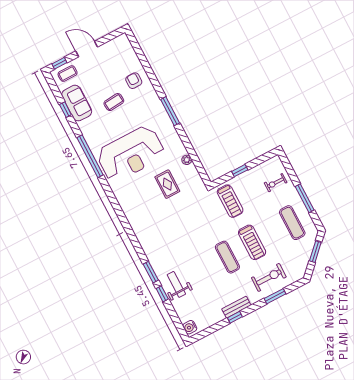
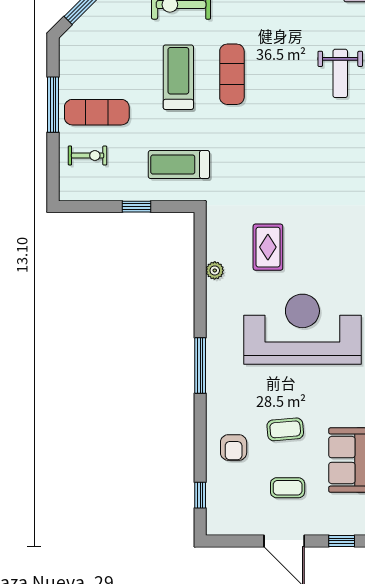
window: (138, 50) -> (200, 495), added
coffee table: (68, 74) -> (288, 488), moved
treadmill: (230, 201) -> (179, 165), turned -90
exercise mat: (292, 223) -> (97, 112), moved, turned 90

